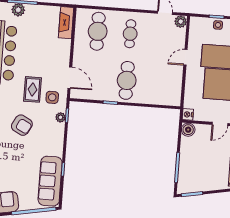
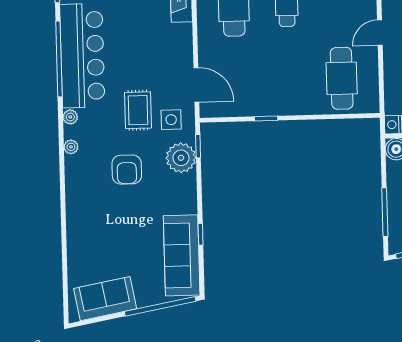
cafe table: (127, 80) -> (342, 78), moved
plant: (60, 117) -> (181, 158), width x1.88, depth x1.88
armchair: (22, 125) -> (127, 170), turned 62

